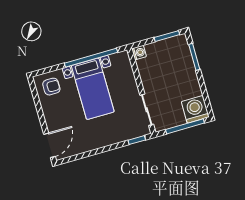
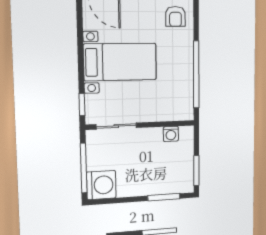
washing machine: (139, 53) -> (171, 134), moved
bed with nightstands: (93, 89) -> (120, 62), moved, turned 180

